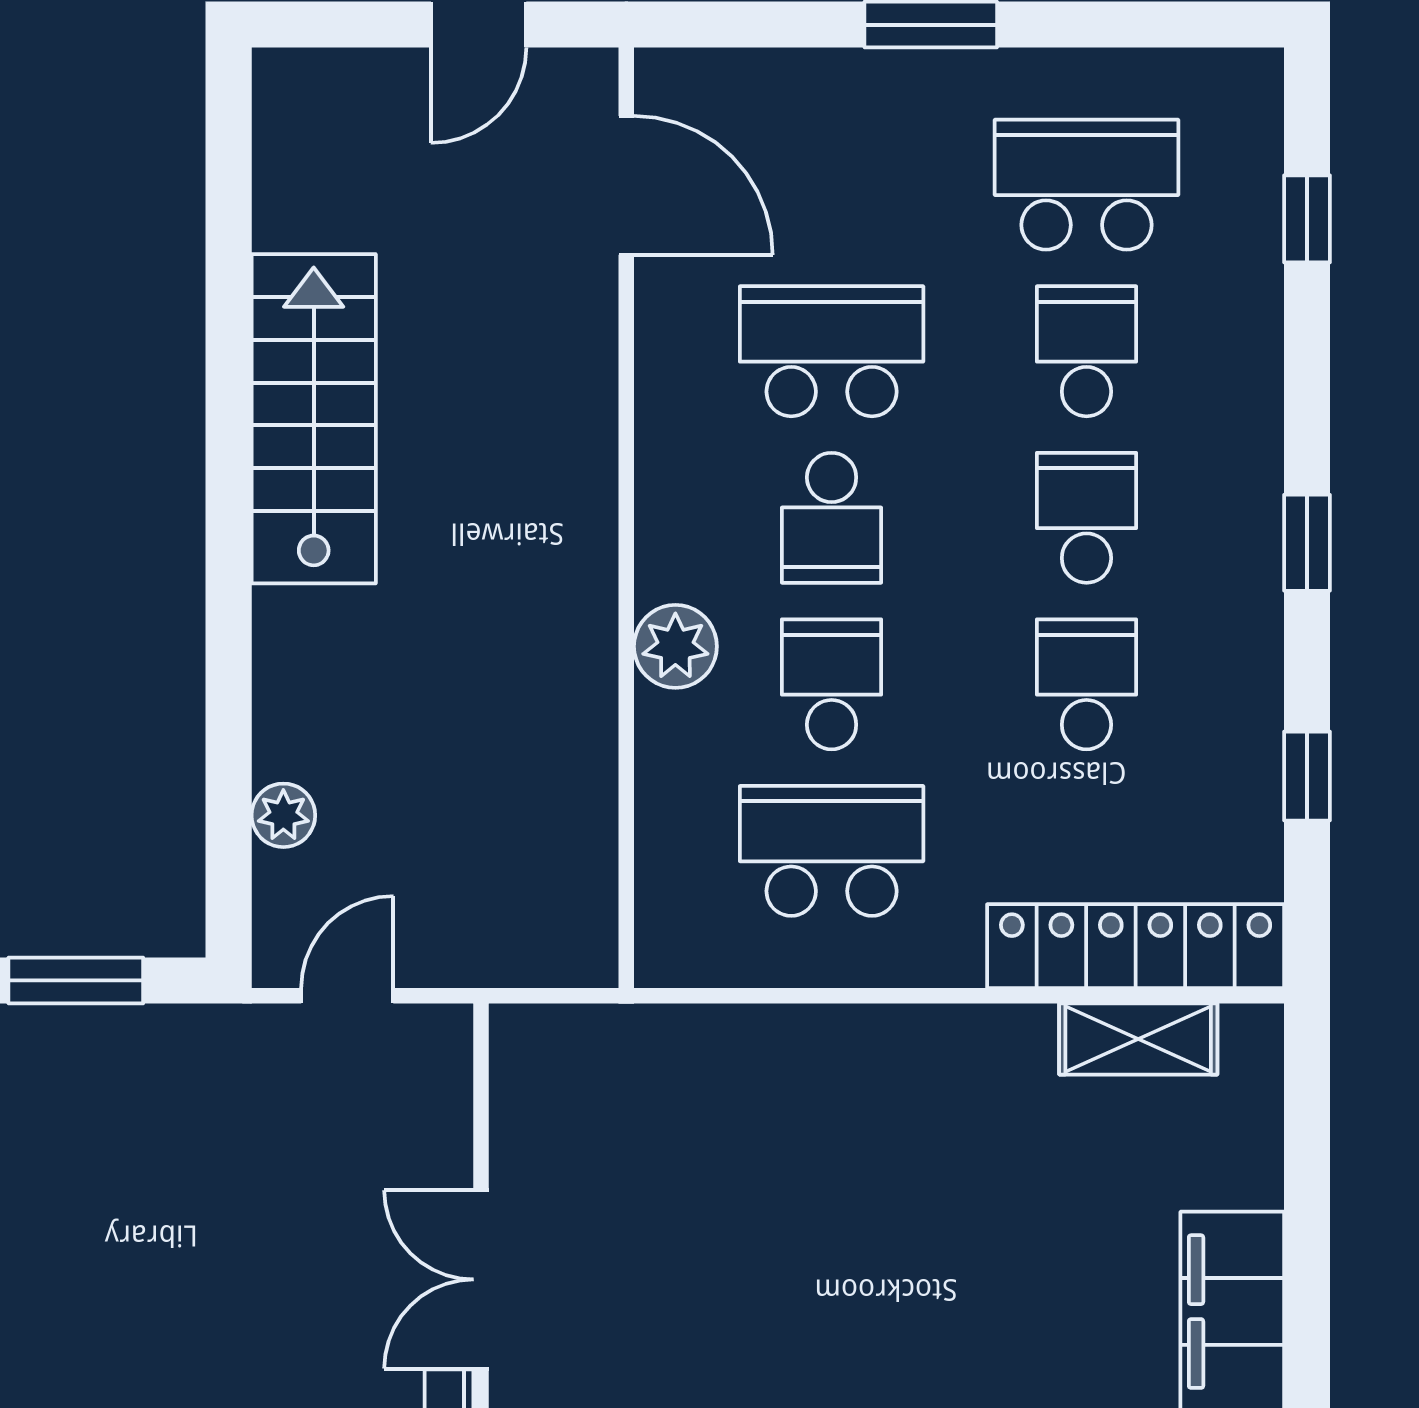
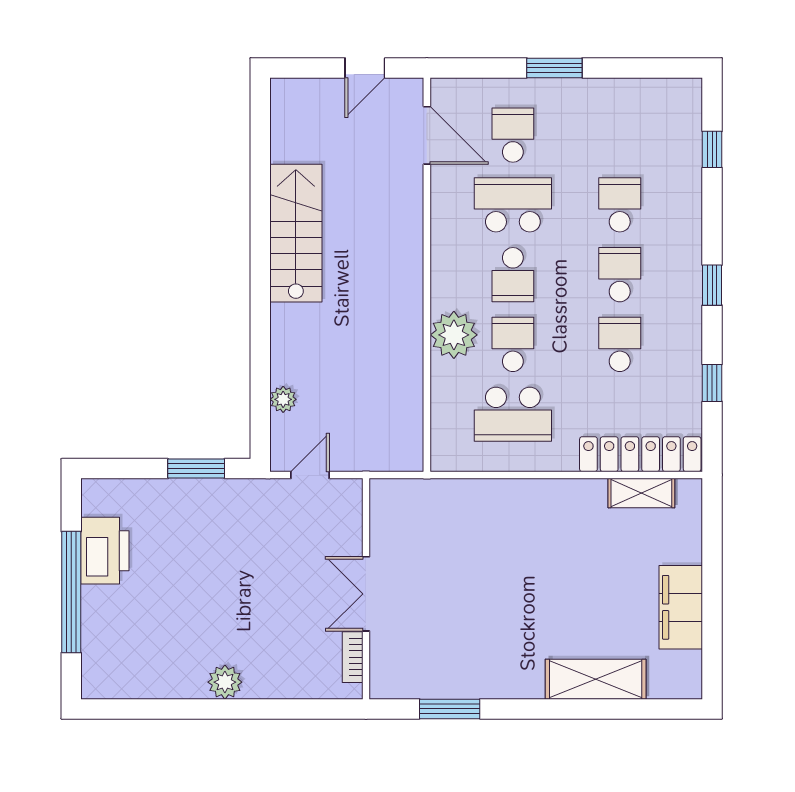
school desk: (1086, 185) -> (513, 135), moved, width x0.54
plant: (675, 646) -> (454, 335), width x1.36, depth x1.36
school desk: (832, 851) -> (513, 414), turned 180

